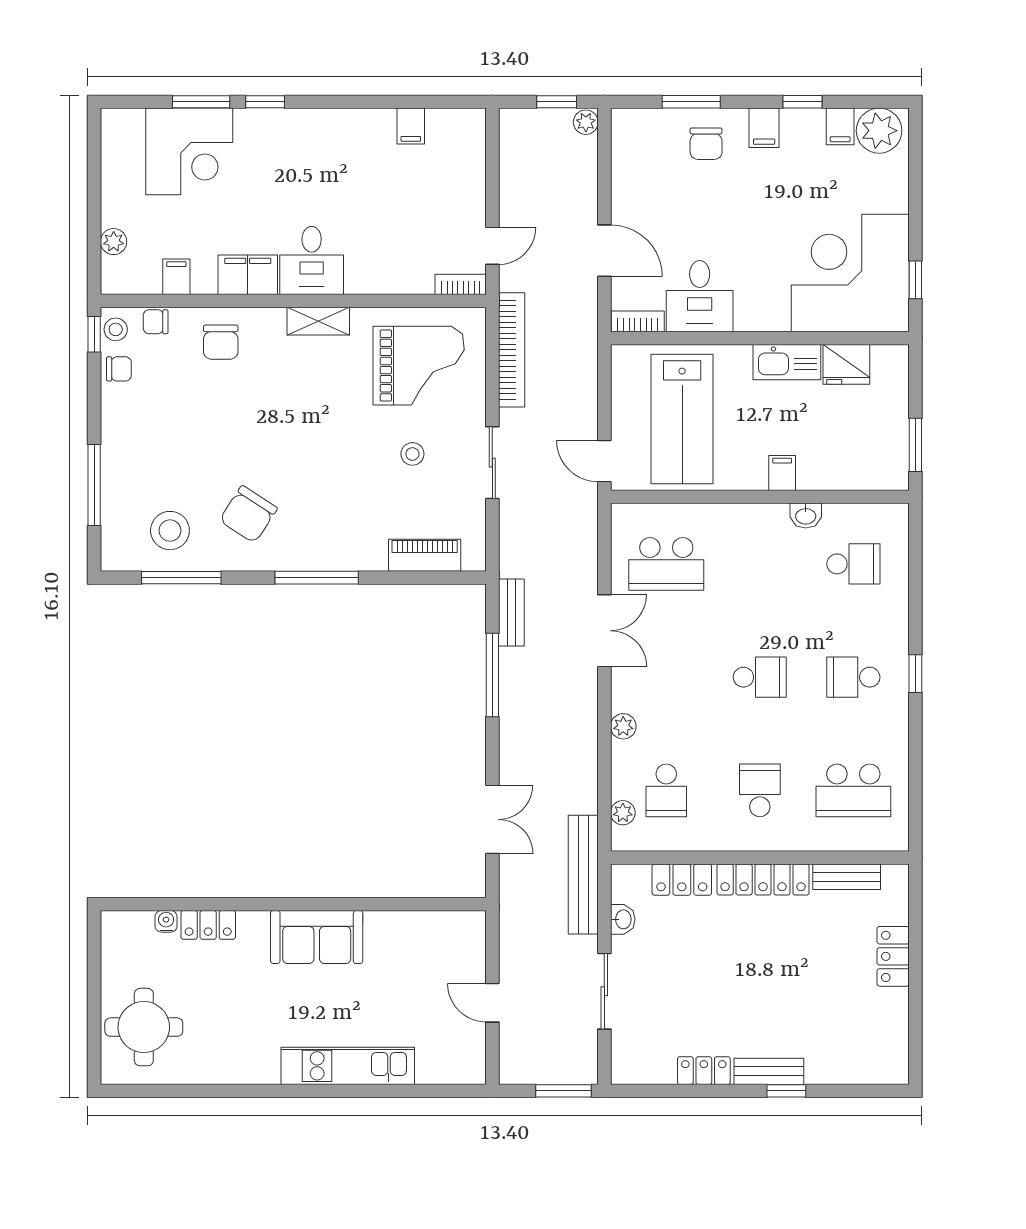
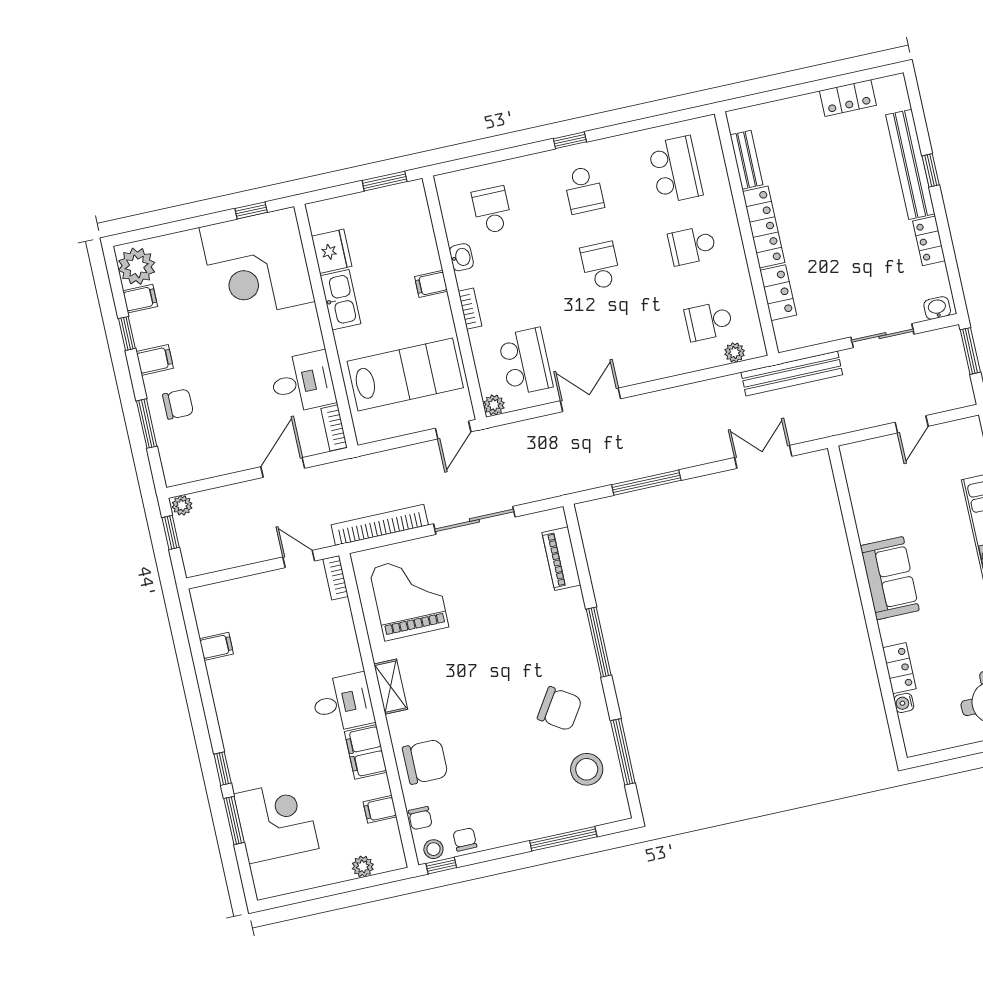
chair: (221, 342) -> (425, 762), width x1.37, depth x1.37
stool: (412, 454) -> (482, 587), removed
sliding door: (492, 463) -> (474, 520), width x1.37
bookcase: (743, 512) -> (470, 309), added
bench: (511, 613) -> (592, 478), removed
plant: (623, 726) -> (494, 405), moved
school desk: (666, 790) -> (709, 321), turned 180
washbasin: (623, 919) -> (937, 308), moved
locker: (893, 956) -> (848, 98), moved
bench: (769, 1071) -> (910, 164), width x1.86, depth x1.21

